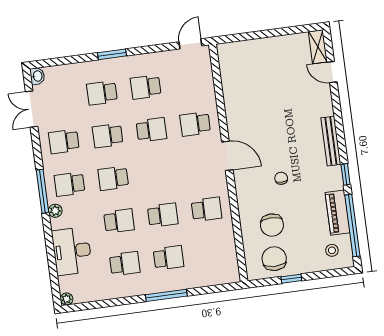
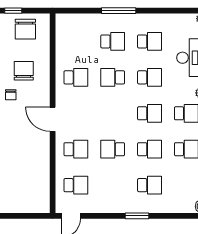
school desk: (146, 87) -> (76, 185), moved
school desk: (207, 209) -> (76, 77), turned 180
school desk: (119, 221) -> (149, 77), turned 180
chair: (272, 225) -> (24, 71), moved
school desk: (168, 258) -> (113, 41), turned 180
school desk: (125, 264) -> (149, 41), turned 180

